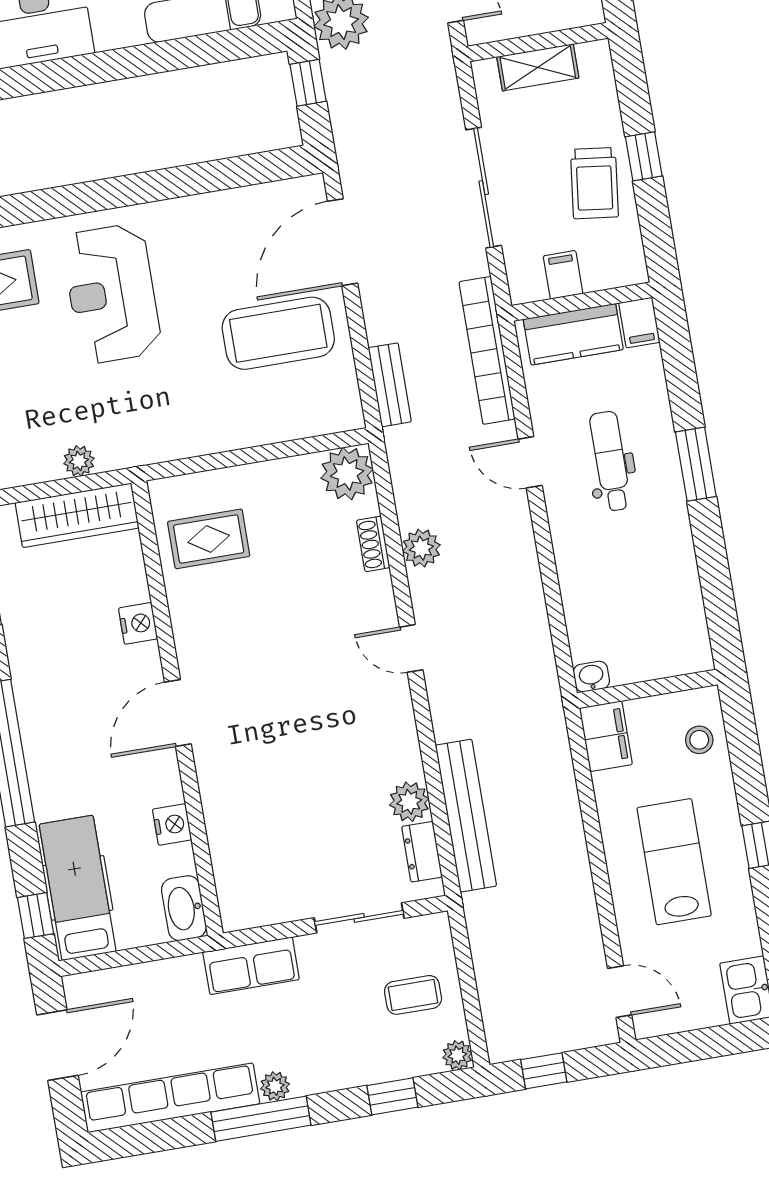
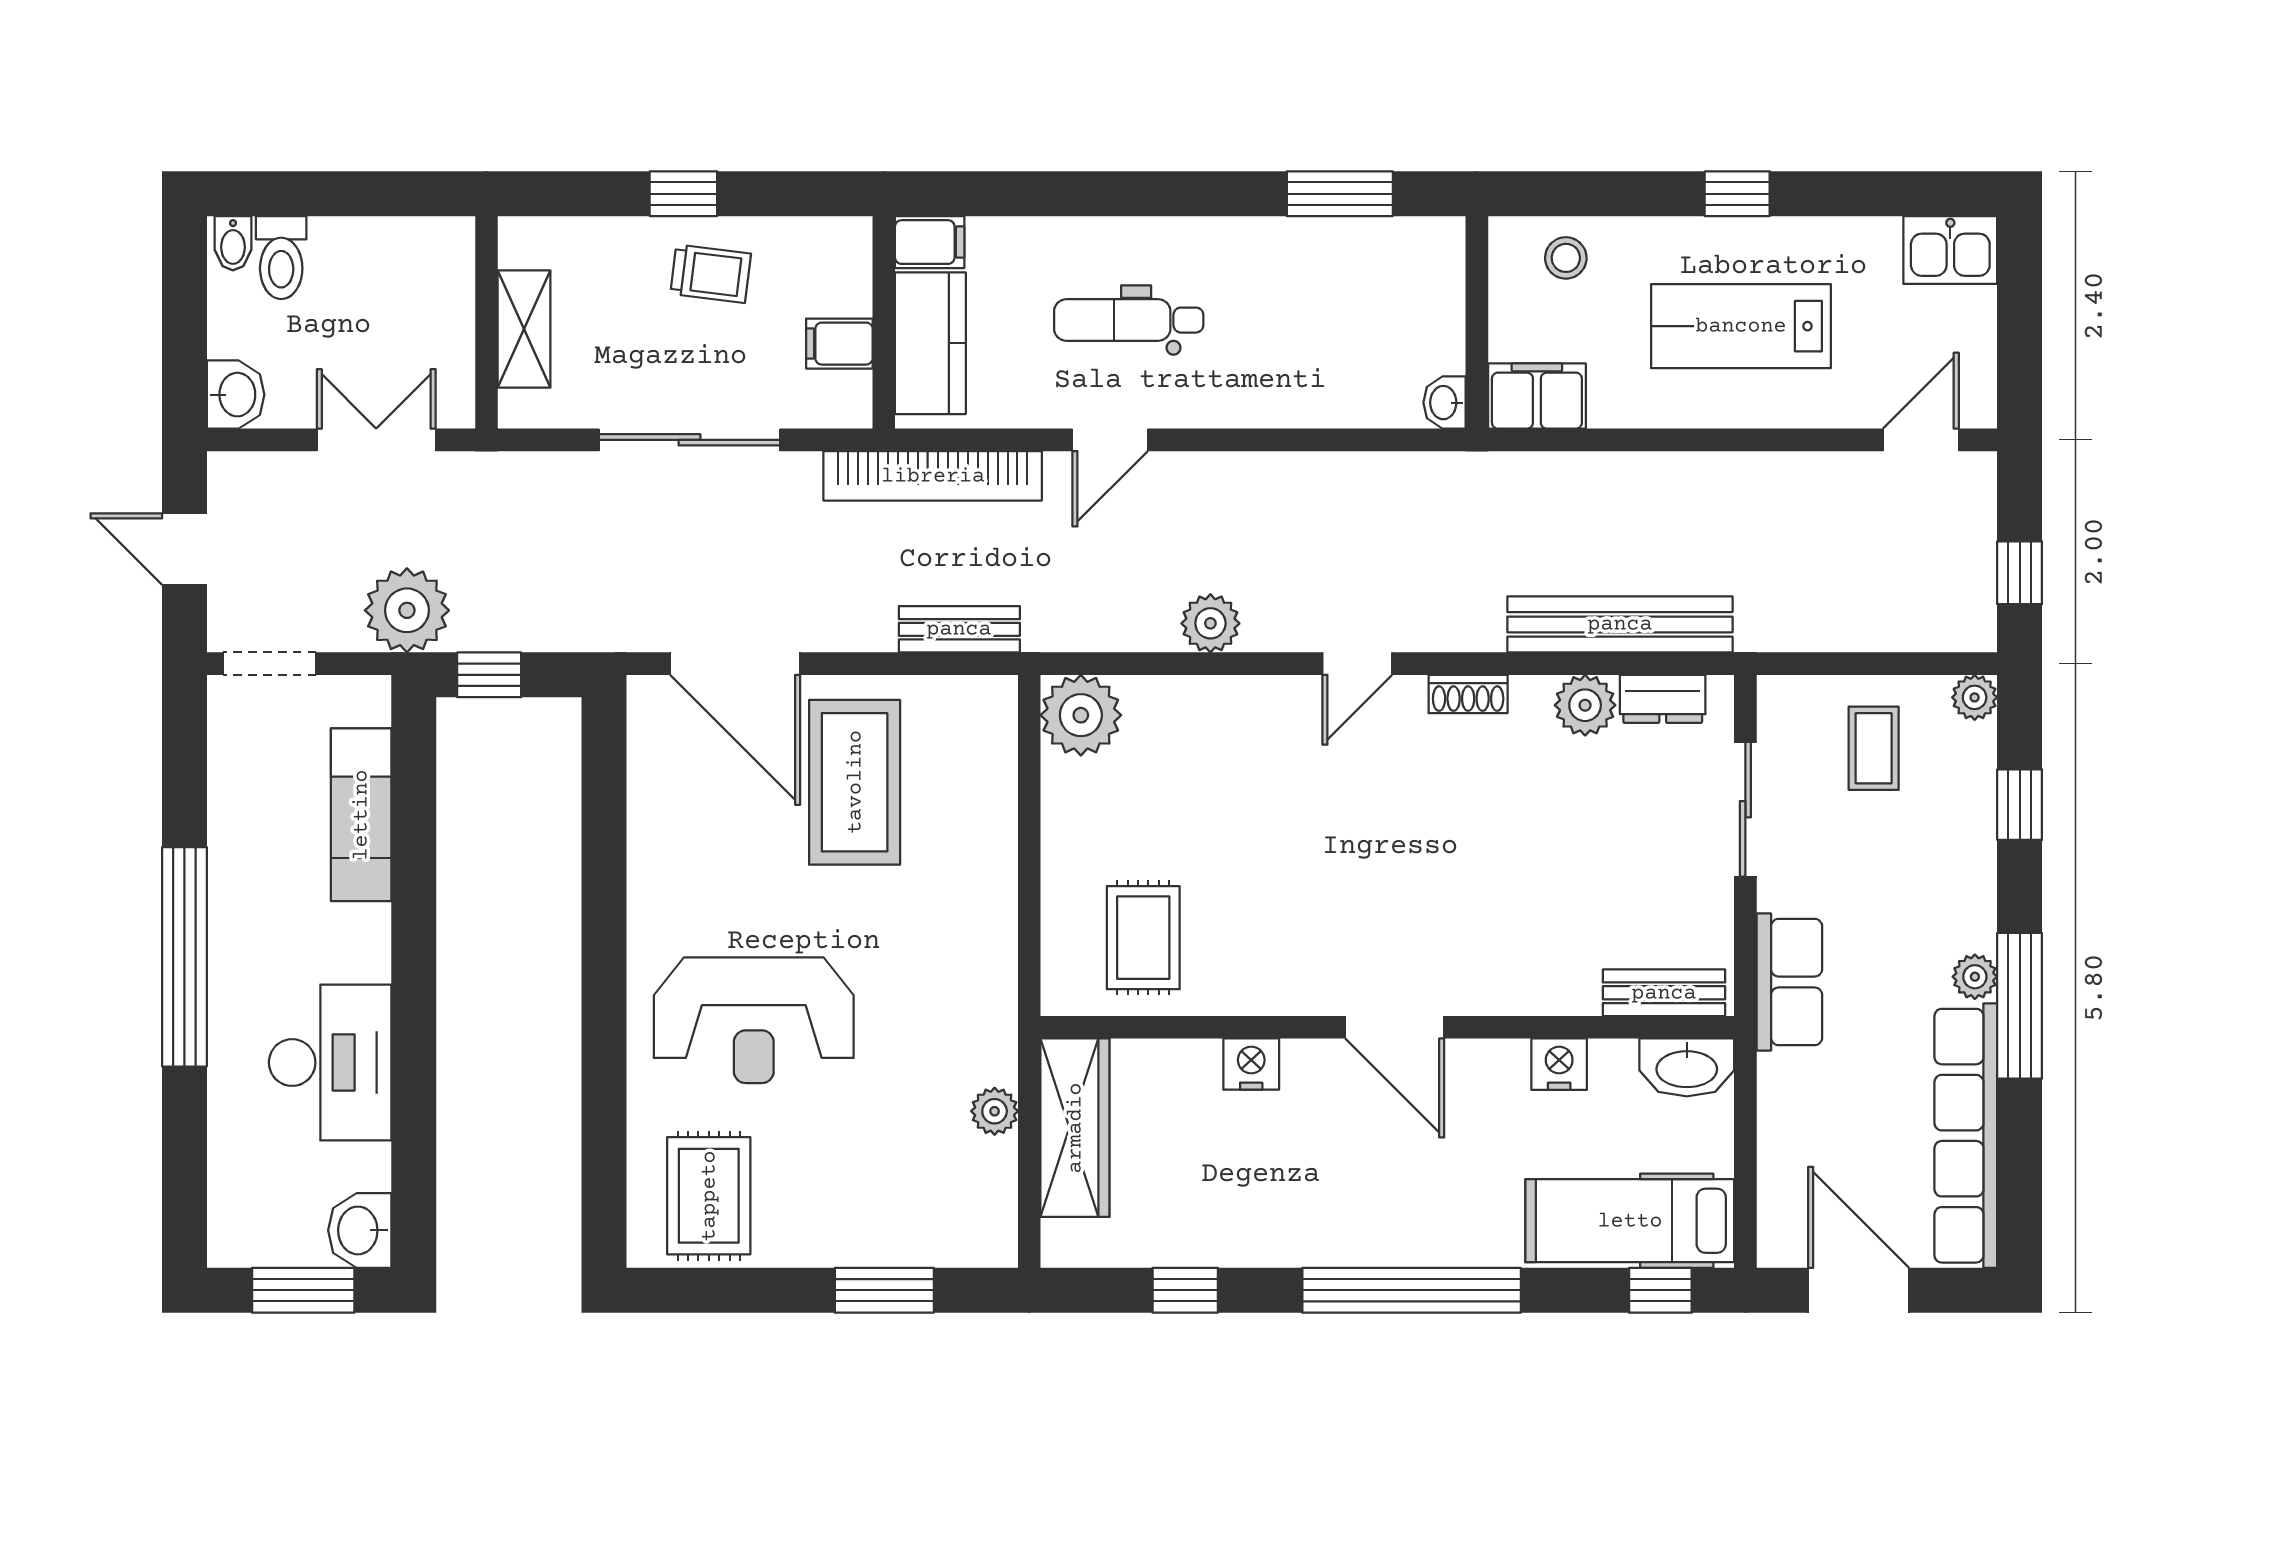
trolley: (594, 183) -> (711, 274), width x0.73, depth x0.72
window: (696, 464) -> (1340, 194), moved
shoe rack: (373, 544) -> (1468, 694), moved
bench: (230, 885) -> (1664, 993), added

